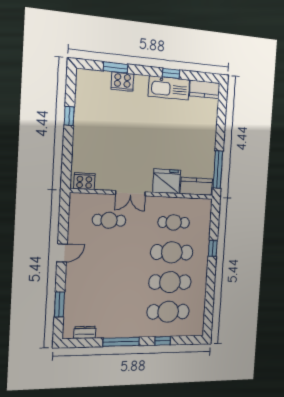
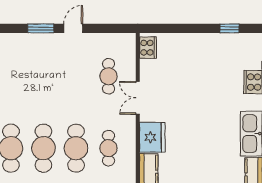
window: (69, 116) -> (229, 28), moved
door: (62, 253) -> (73, 28), swing flipped
window: (59, 305) -> (41, 28), moved

